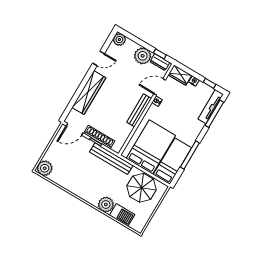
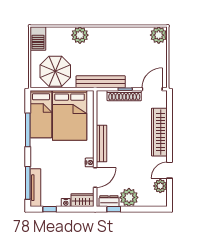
plant: (119, 40) -> (160, 186), moved
barbecue: (122, 215) -> (38, 38), moved, turned -90

